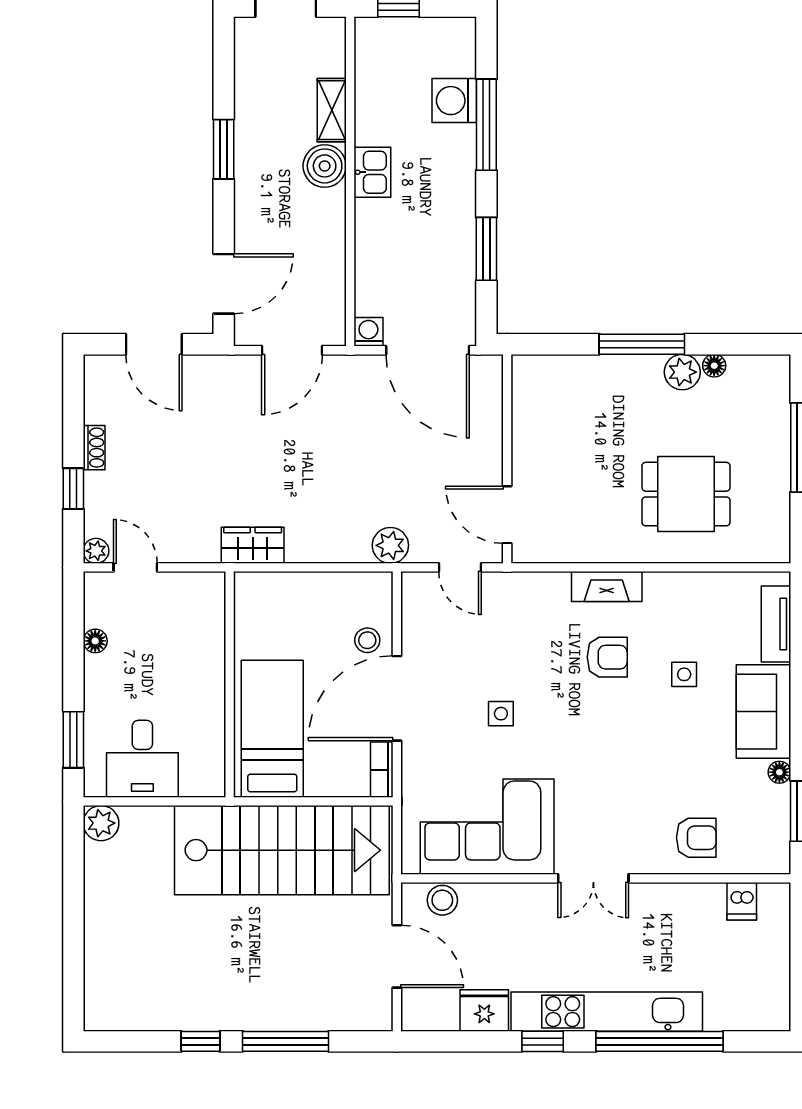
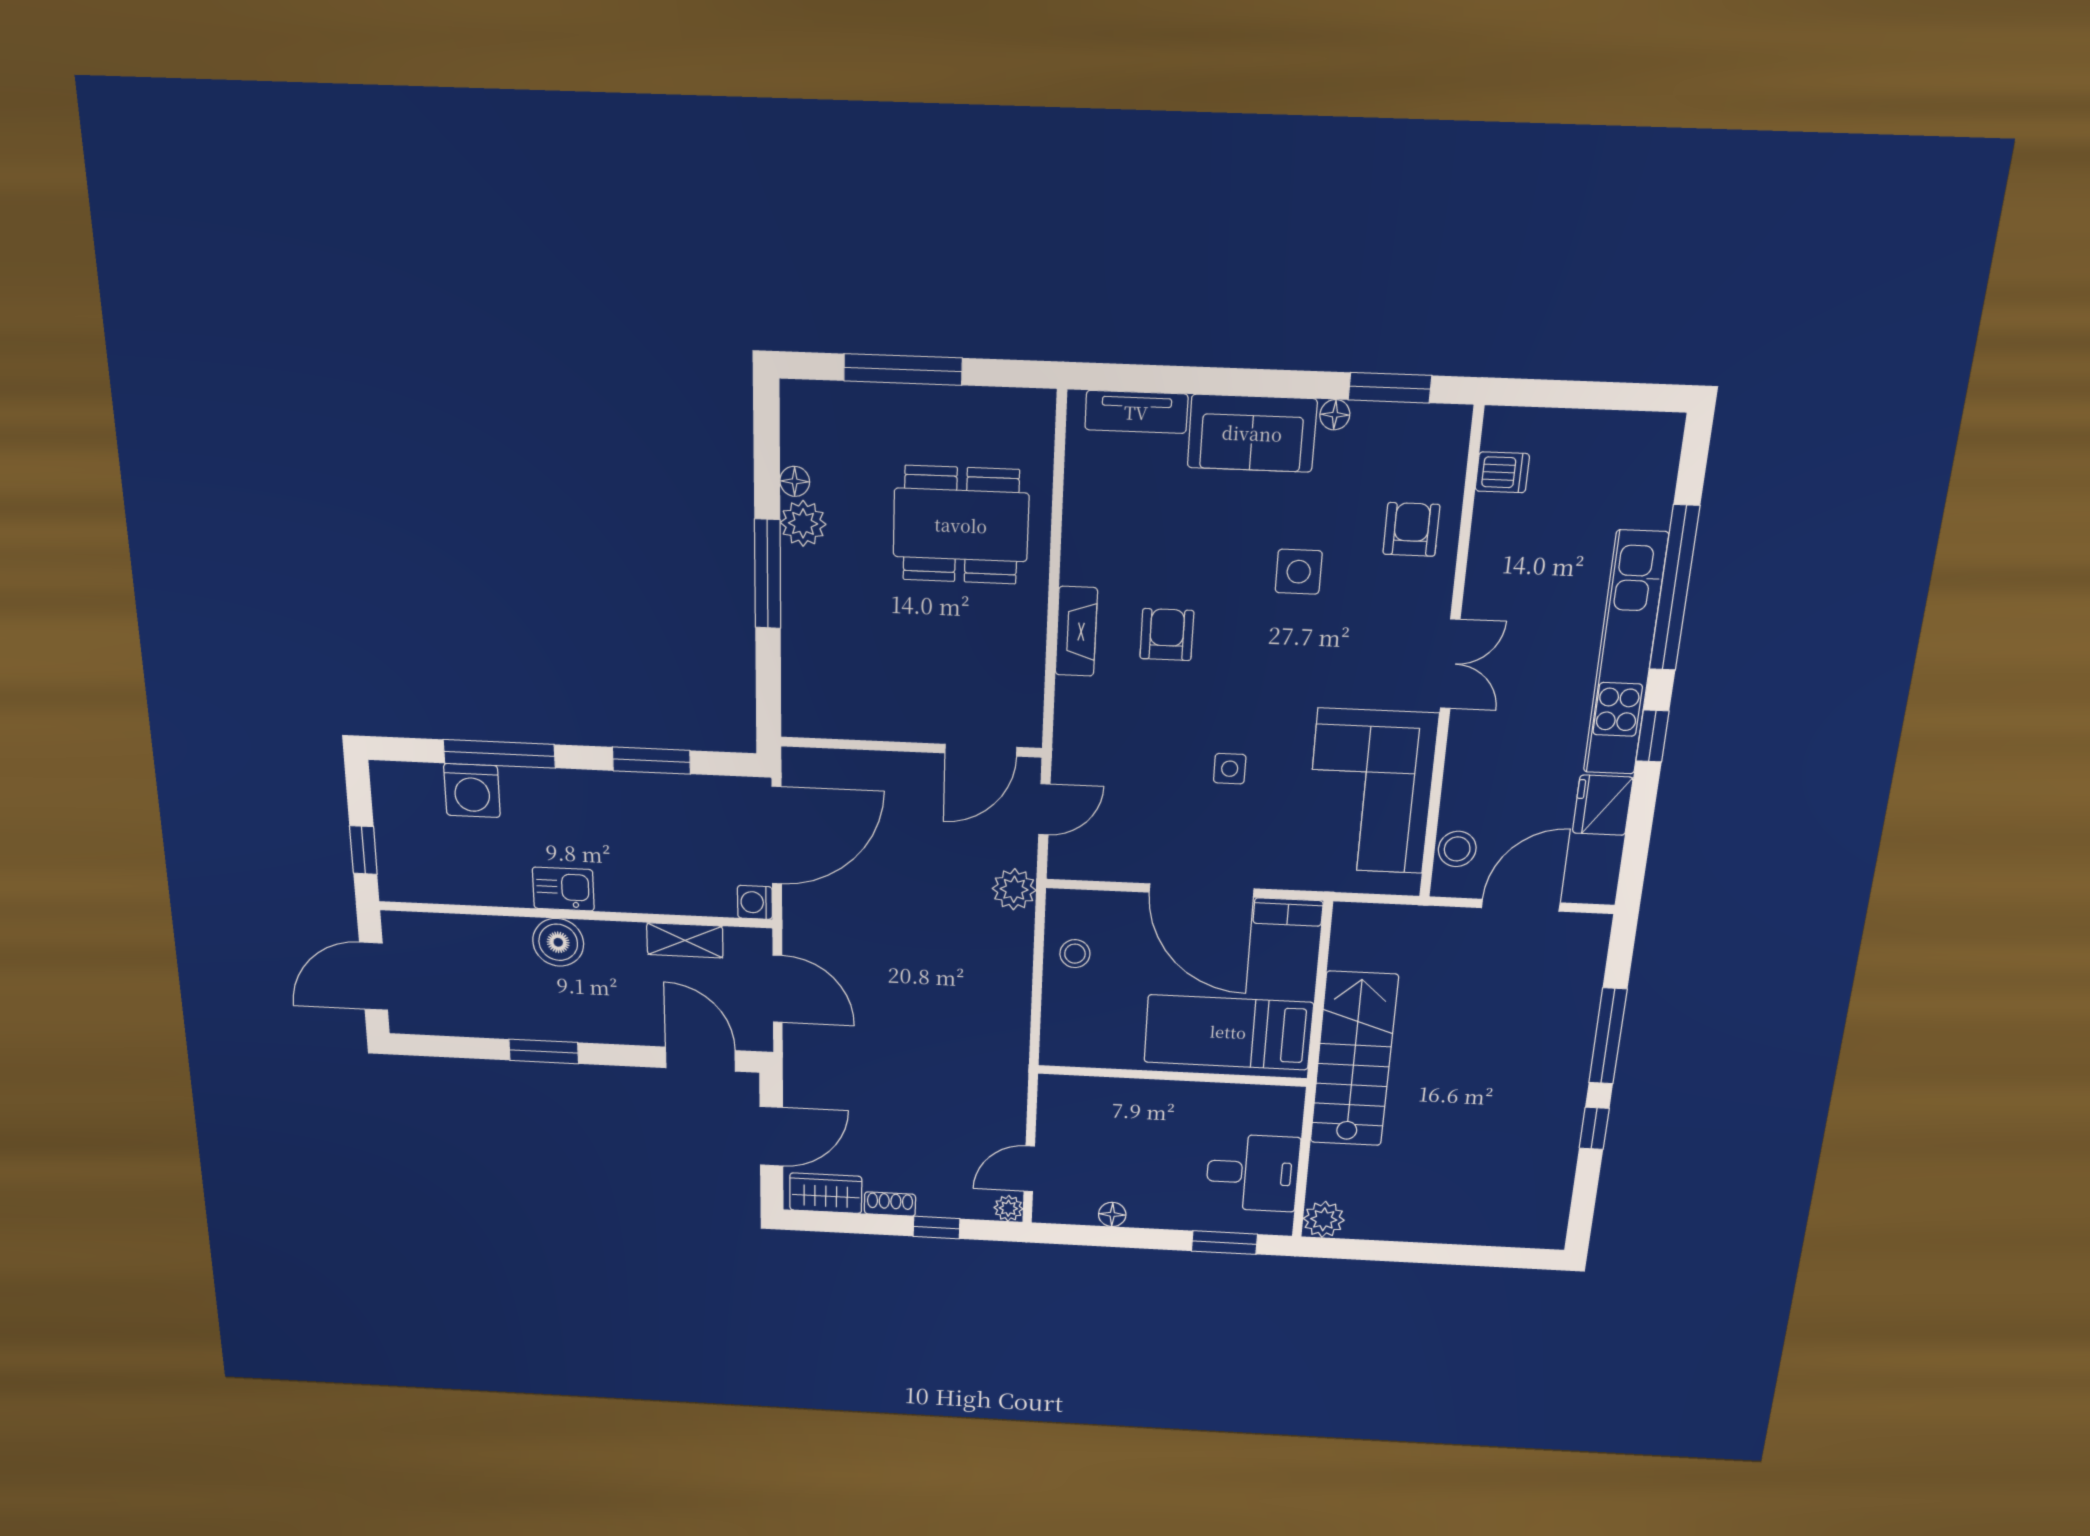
shelving: (332, 110) -> (685, 940), moved
dining table: (686, 494) -> (961, 525), width x1.37
wardrobe: (253, 545) -> (826, 1193), moved, turned 90
stool: (367, 640) -> (1075, 954), moved
side table: (684, 674) -> (1299, 572), moved, width x1.37, depth x1.37
stairs: (282, 850) -> (1354, 1059), width x0.73, depth x0.66

